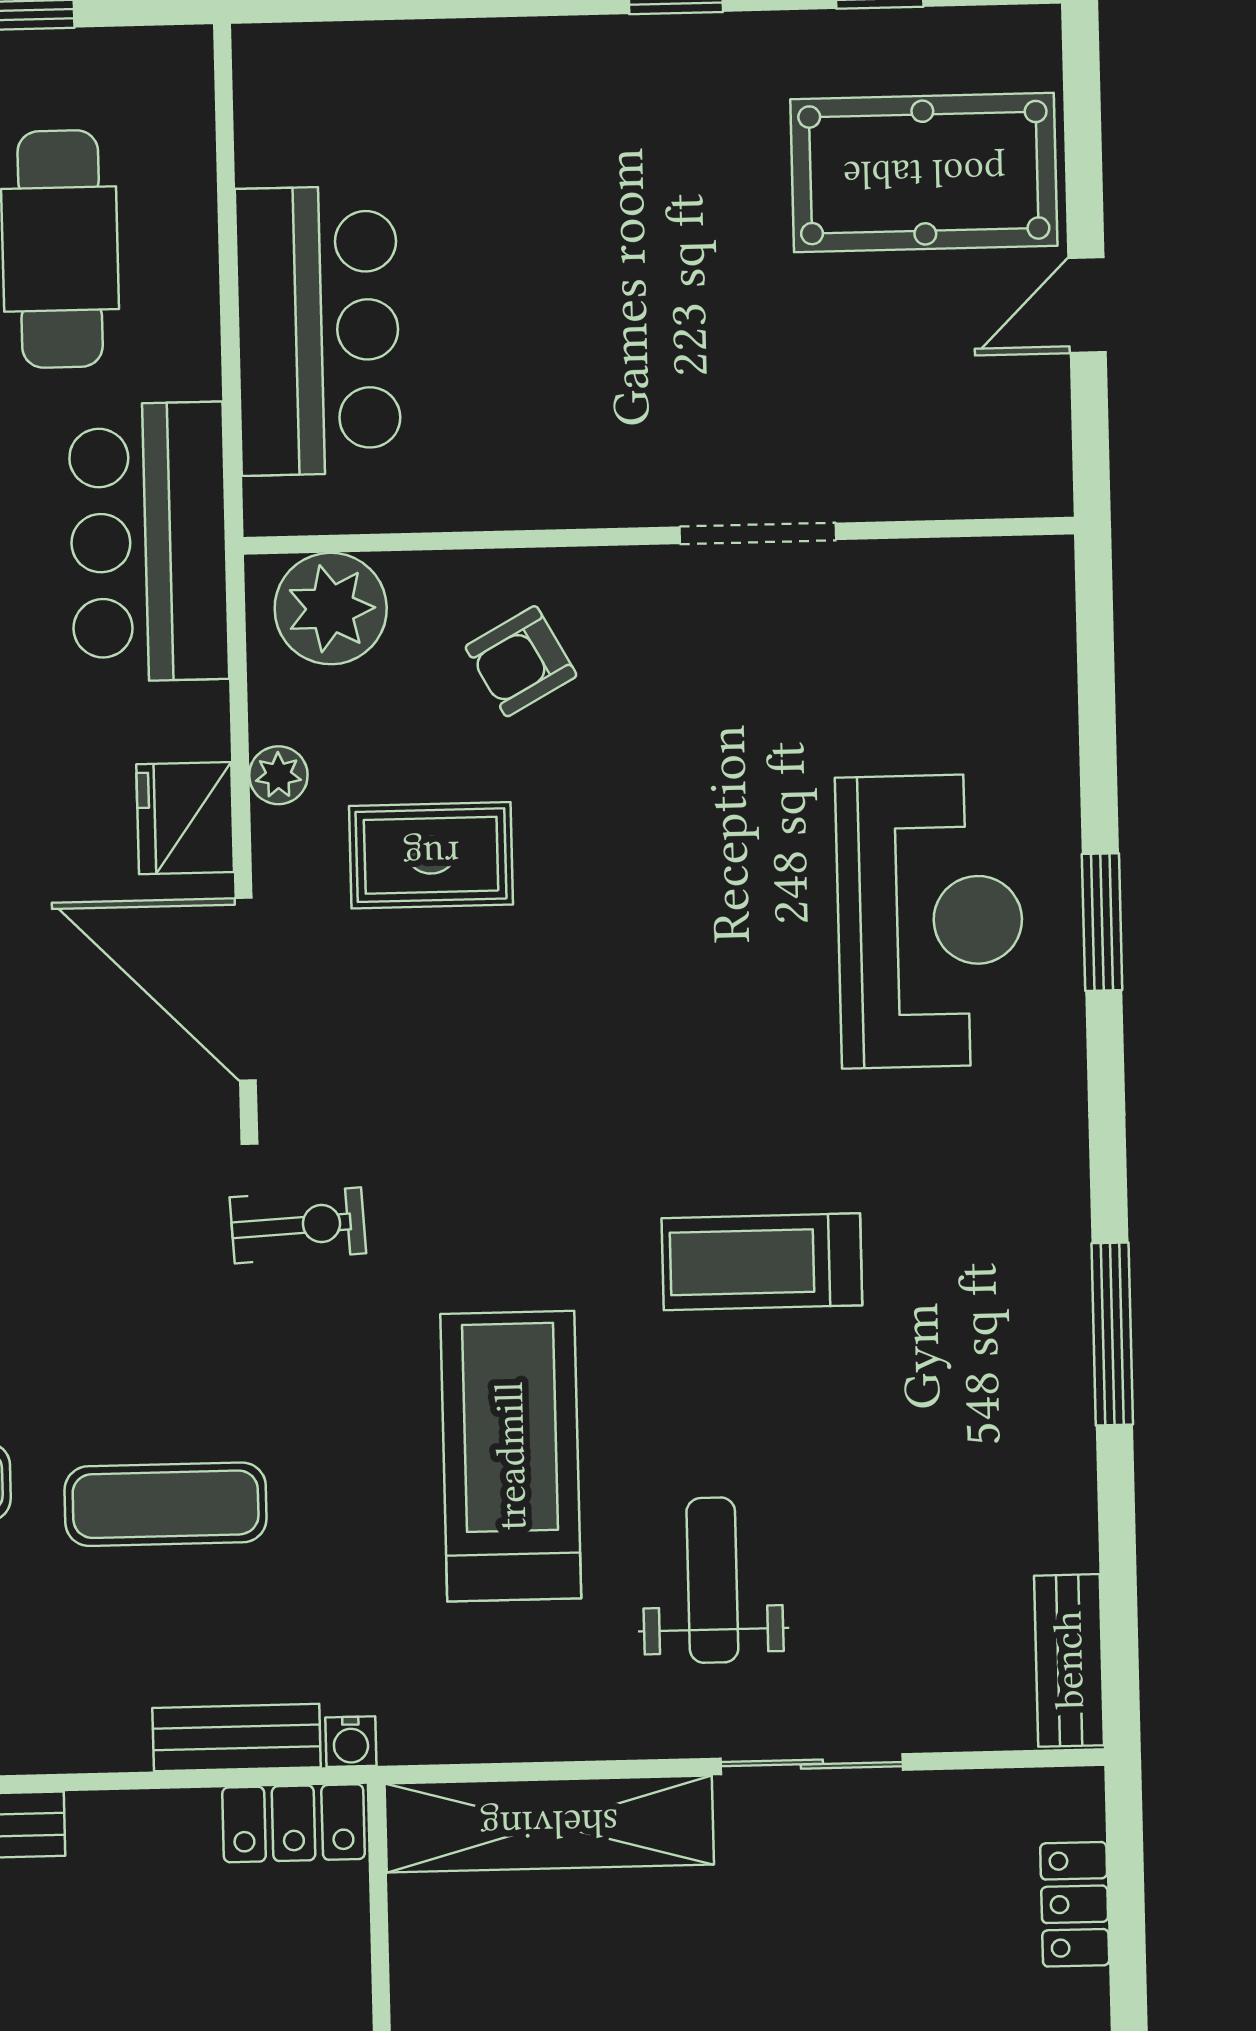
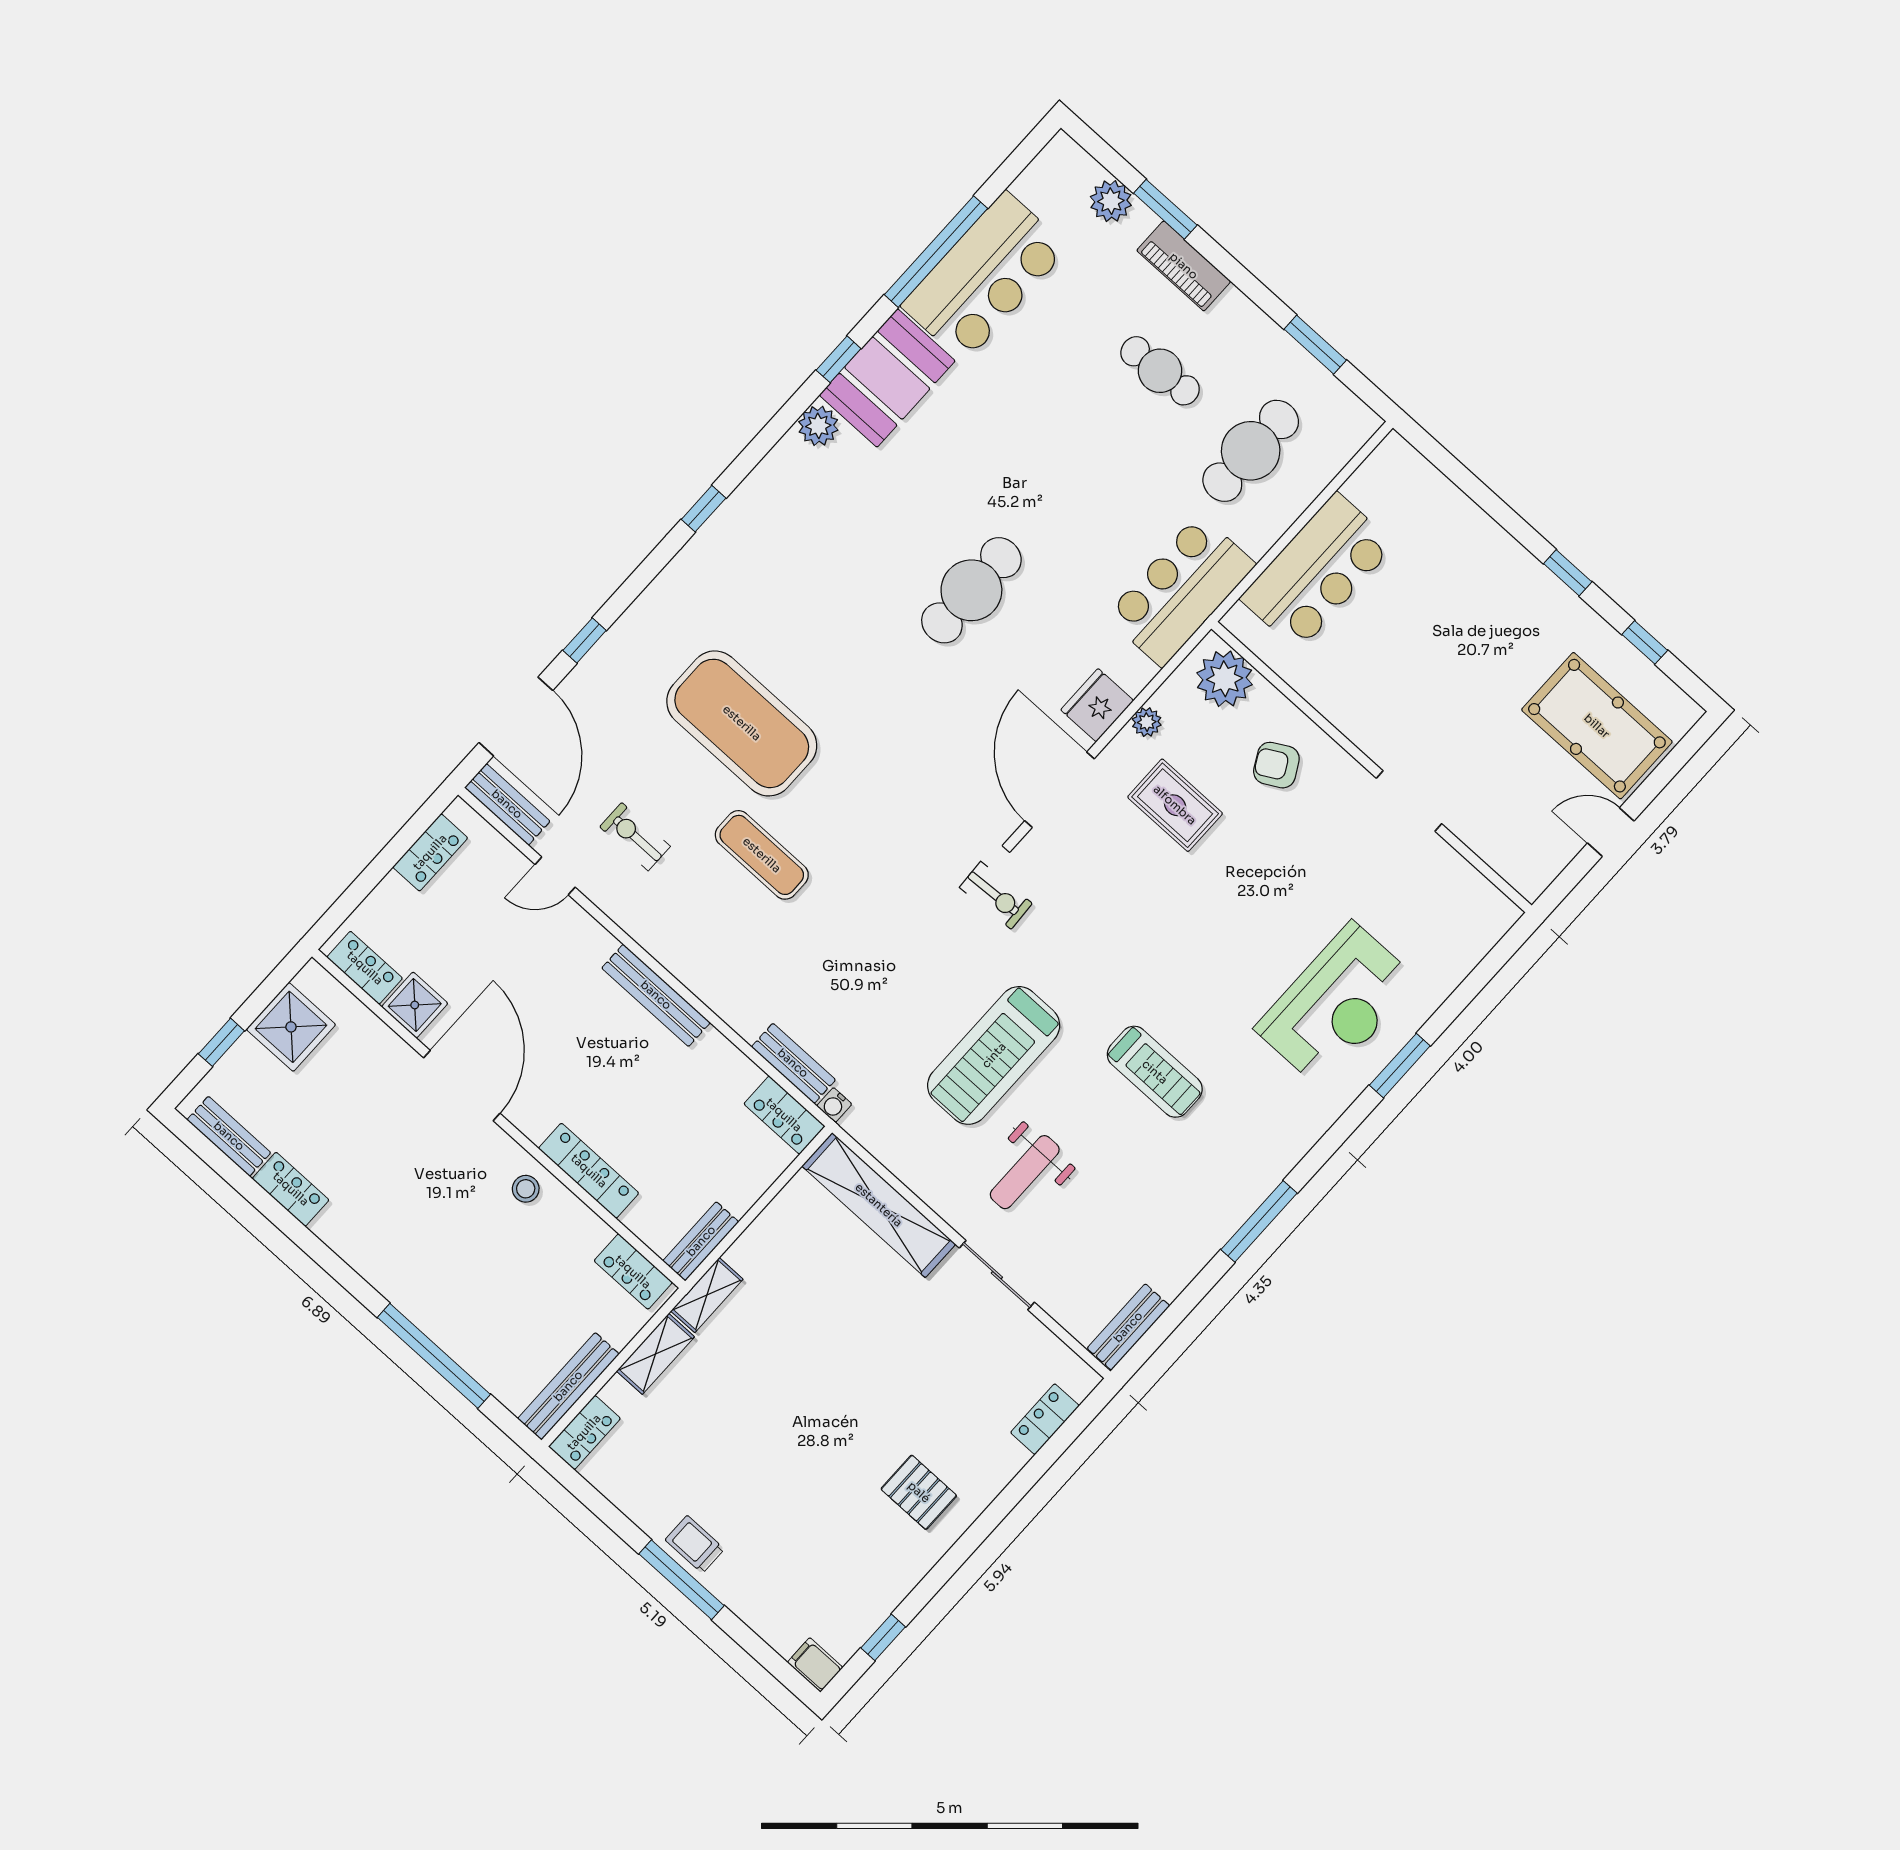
treadmill: (762, 1262) -> (1155, 1072), turned 180
treadmill: (511, 1456) -> (994, 1055), turned 180
exercise mat: (166, 1504) -> (849, 952), removed
weight bench: (712, 1580) -> (1025, 1172), turned 180

